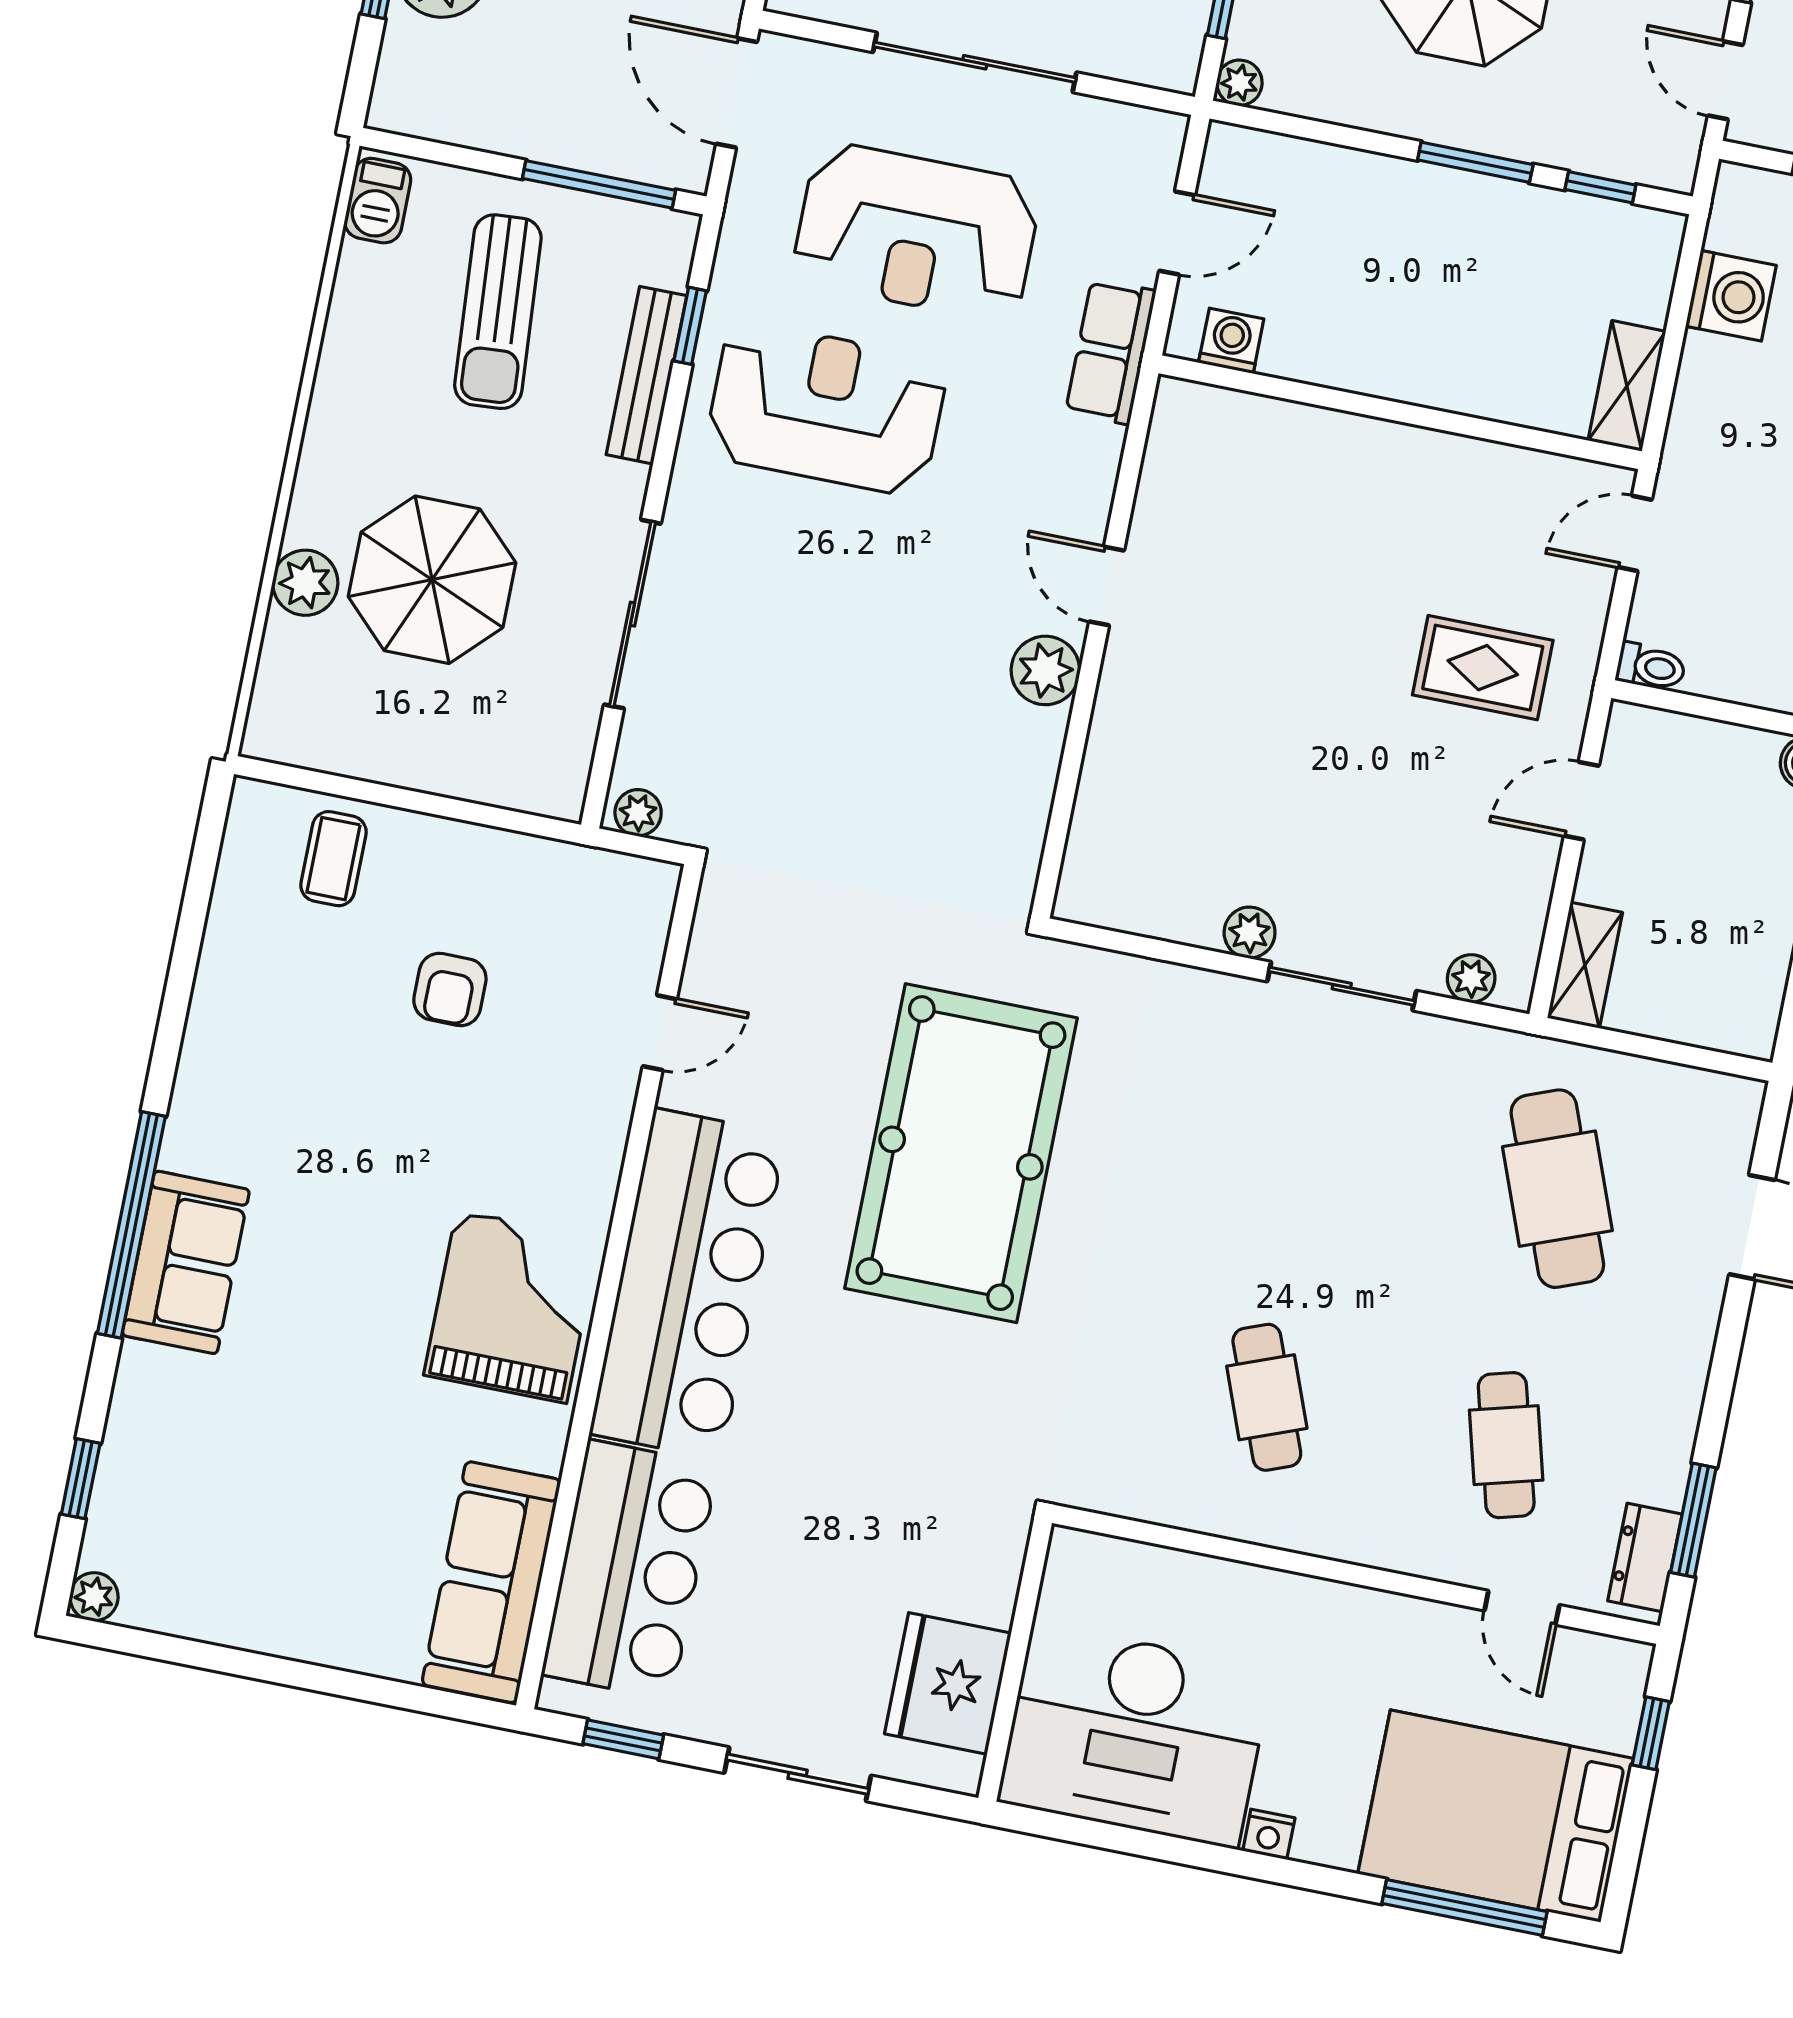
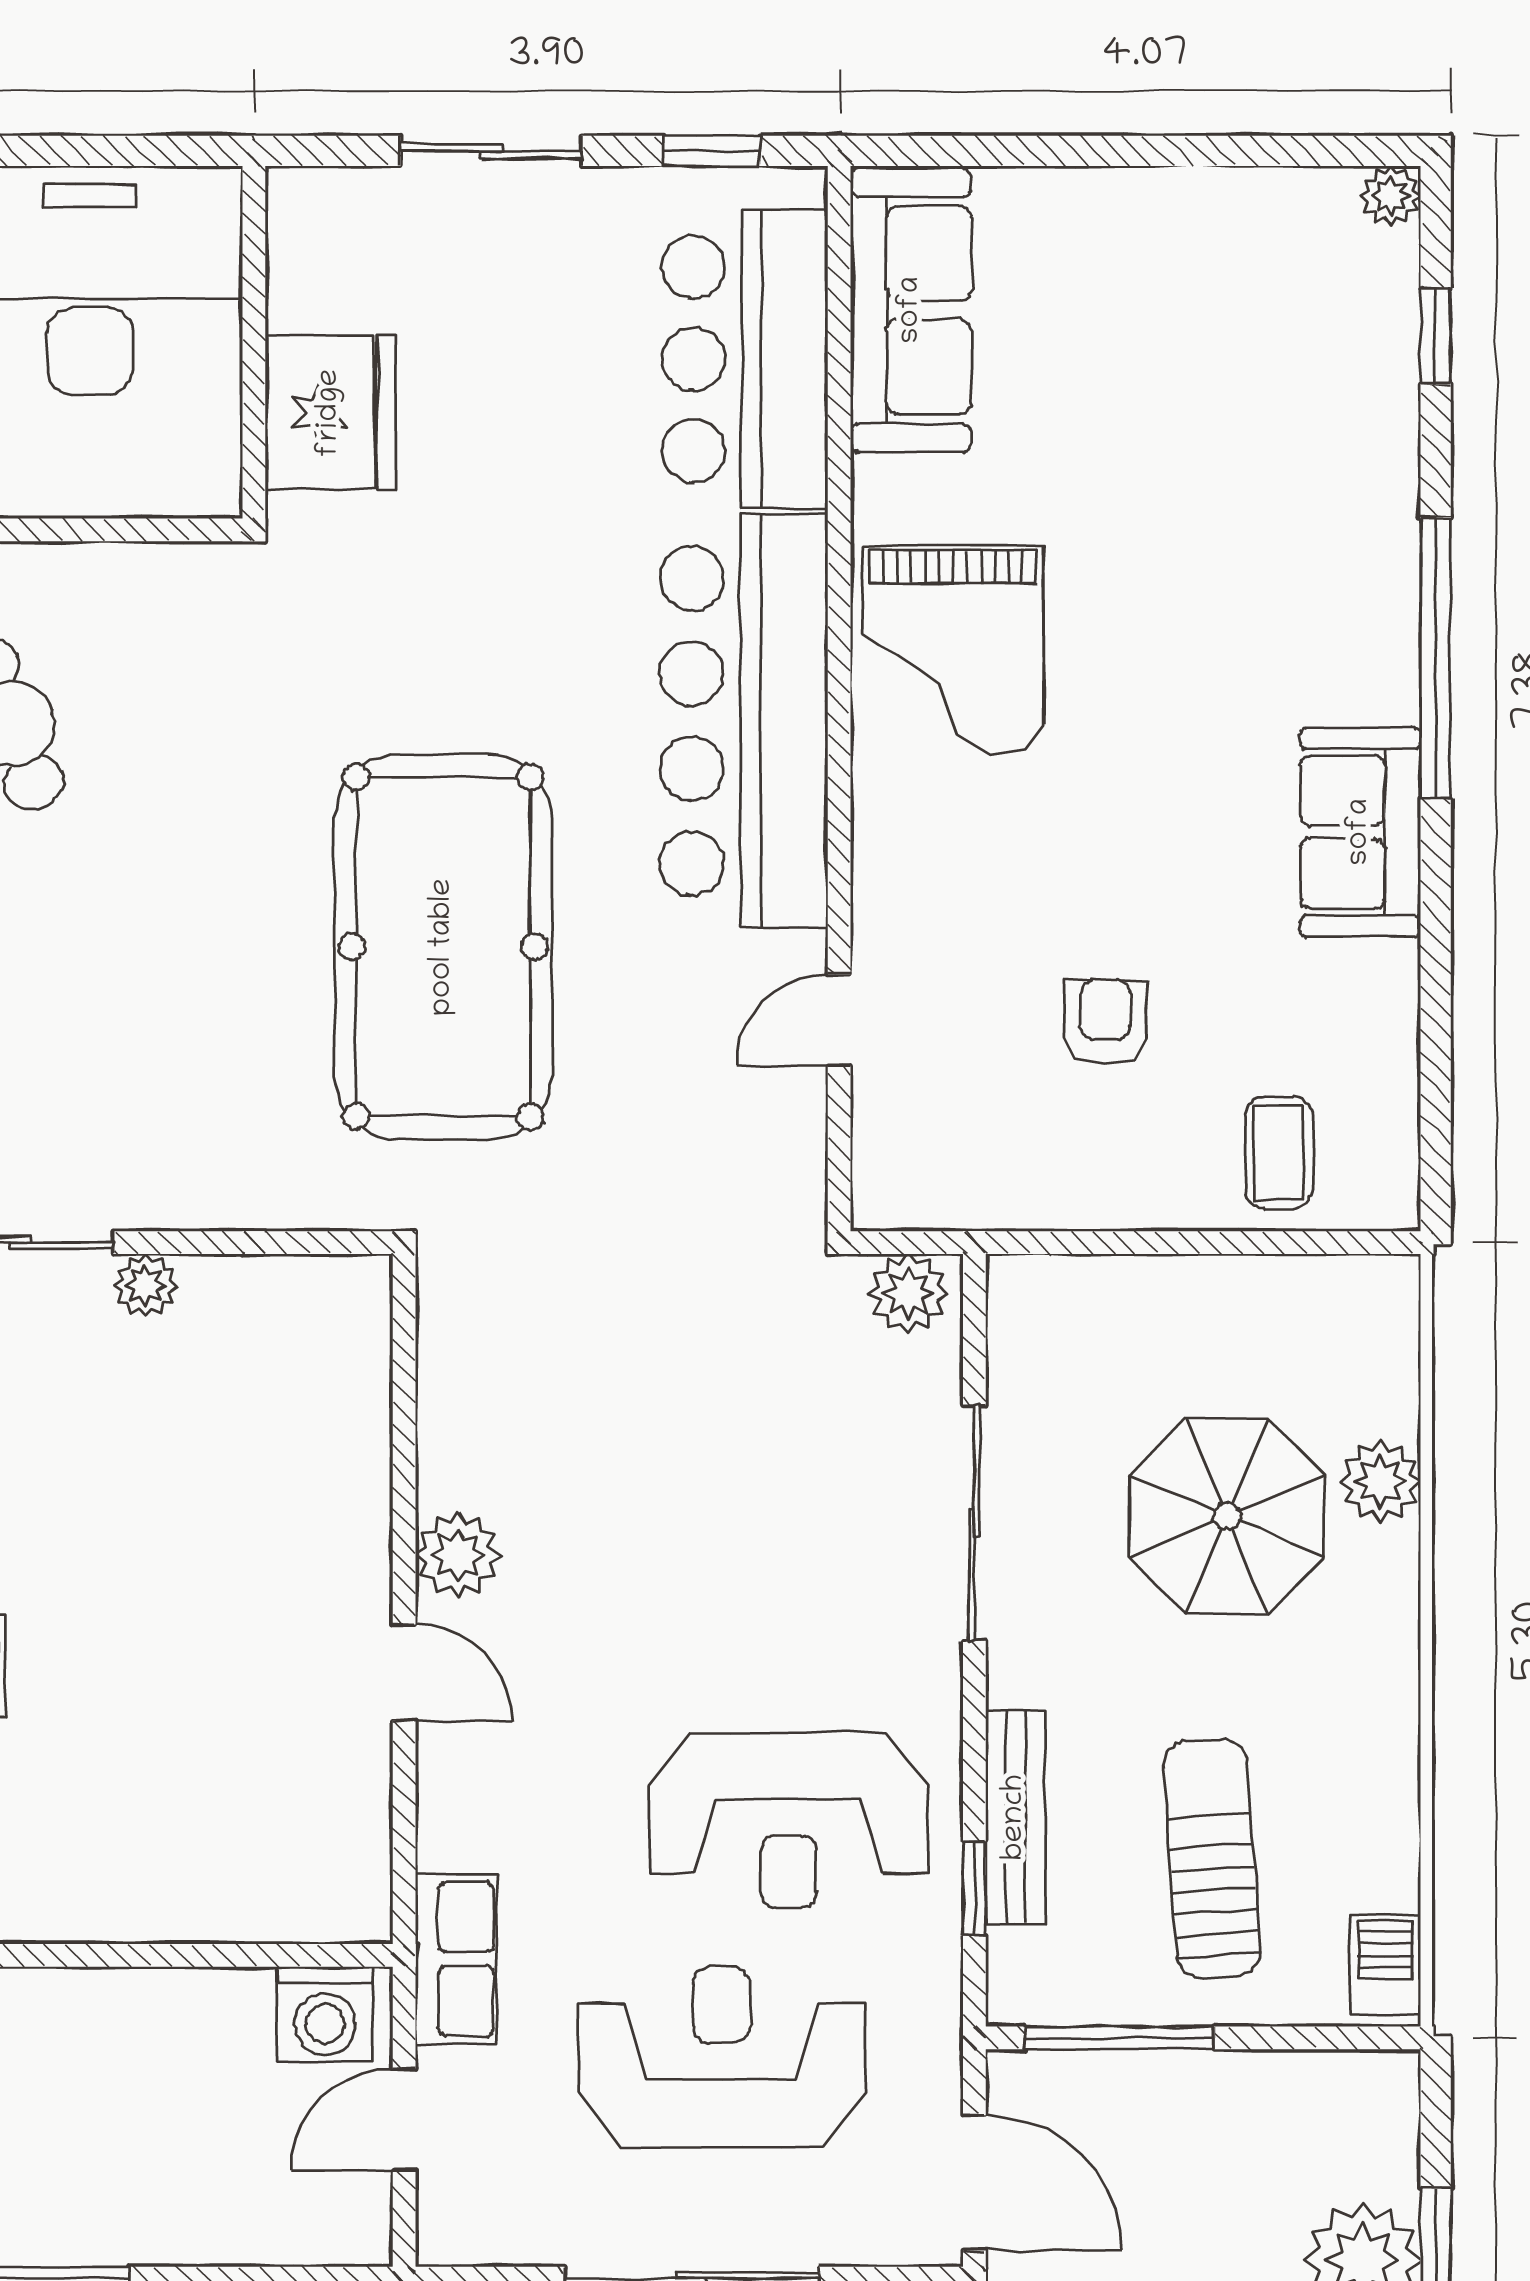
washing machine: (1231, 341) -> (325, 2014), width x1.38, depth x1.38
plant: (638, 813) -> (908, 1293), width x1.38, depth x1.38
sofa: (186, 1262) -> (1360, 832), moved
fridge: (948, 1683) -> (330, 413), moved

